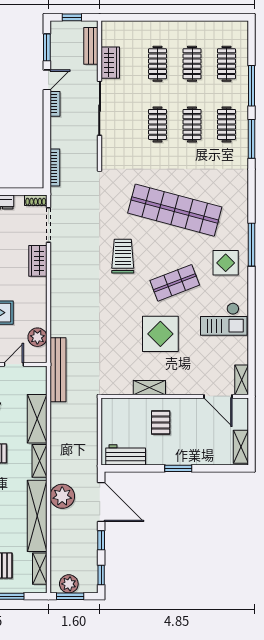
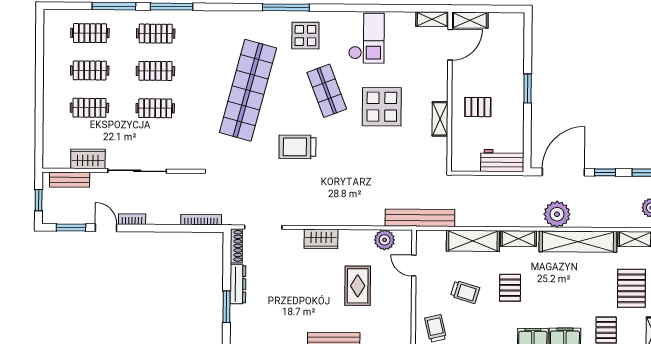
shoe rack: (36, 200) -> (236, 246), width x1.43
wardrobe: (38, 261) -> (321, 239), moved
shelving: (241, 447) -> (470, 20), moved
workbench: (126, 455) -> (502, 161), moved, turned 90

